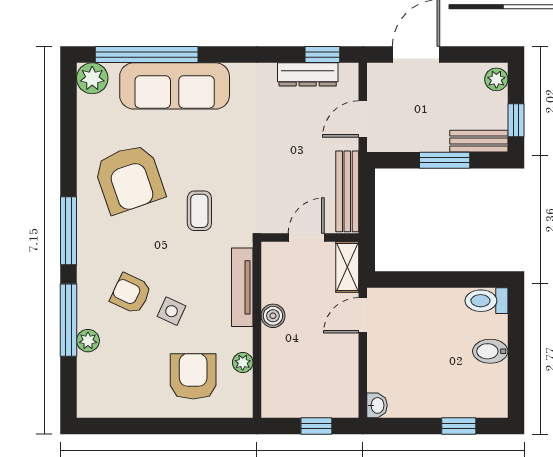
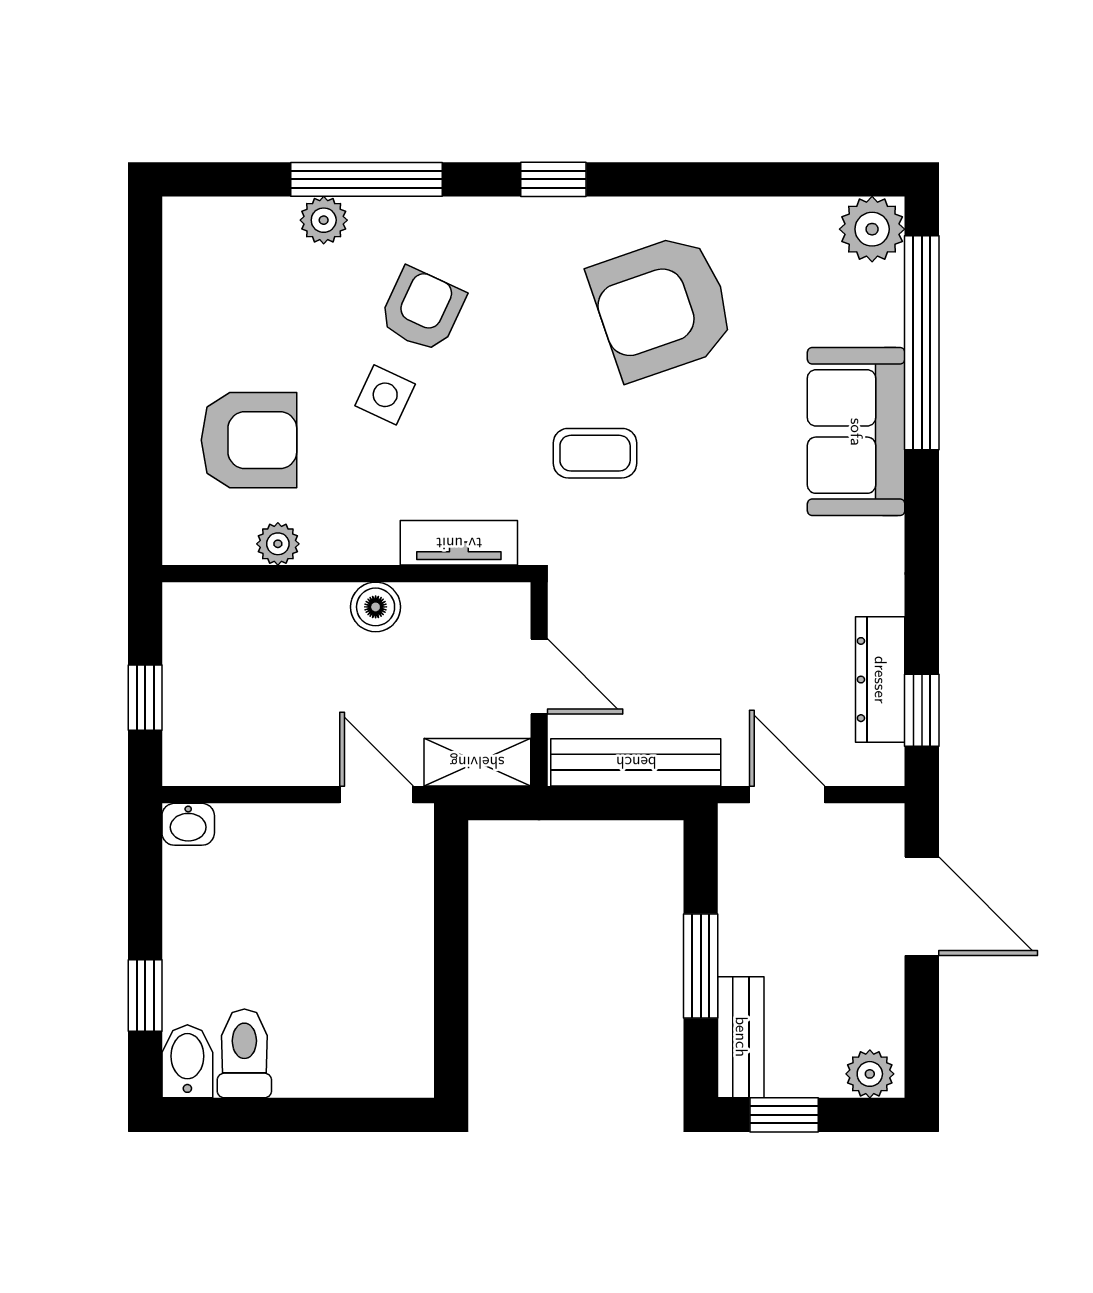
sofa: (175, 86) -> (856, 432), width x0.73
window: (68, 231) -> (553, 179), width x0.46
tv unit: (242, 287) -> (459, 543), width x0.71
toilet: (486, 301) -> (244, 1053), moved
bidet: (490, 351) -> (187, 1061), moved

